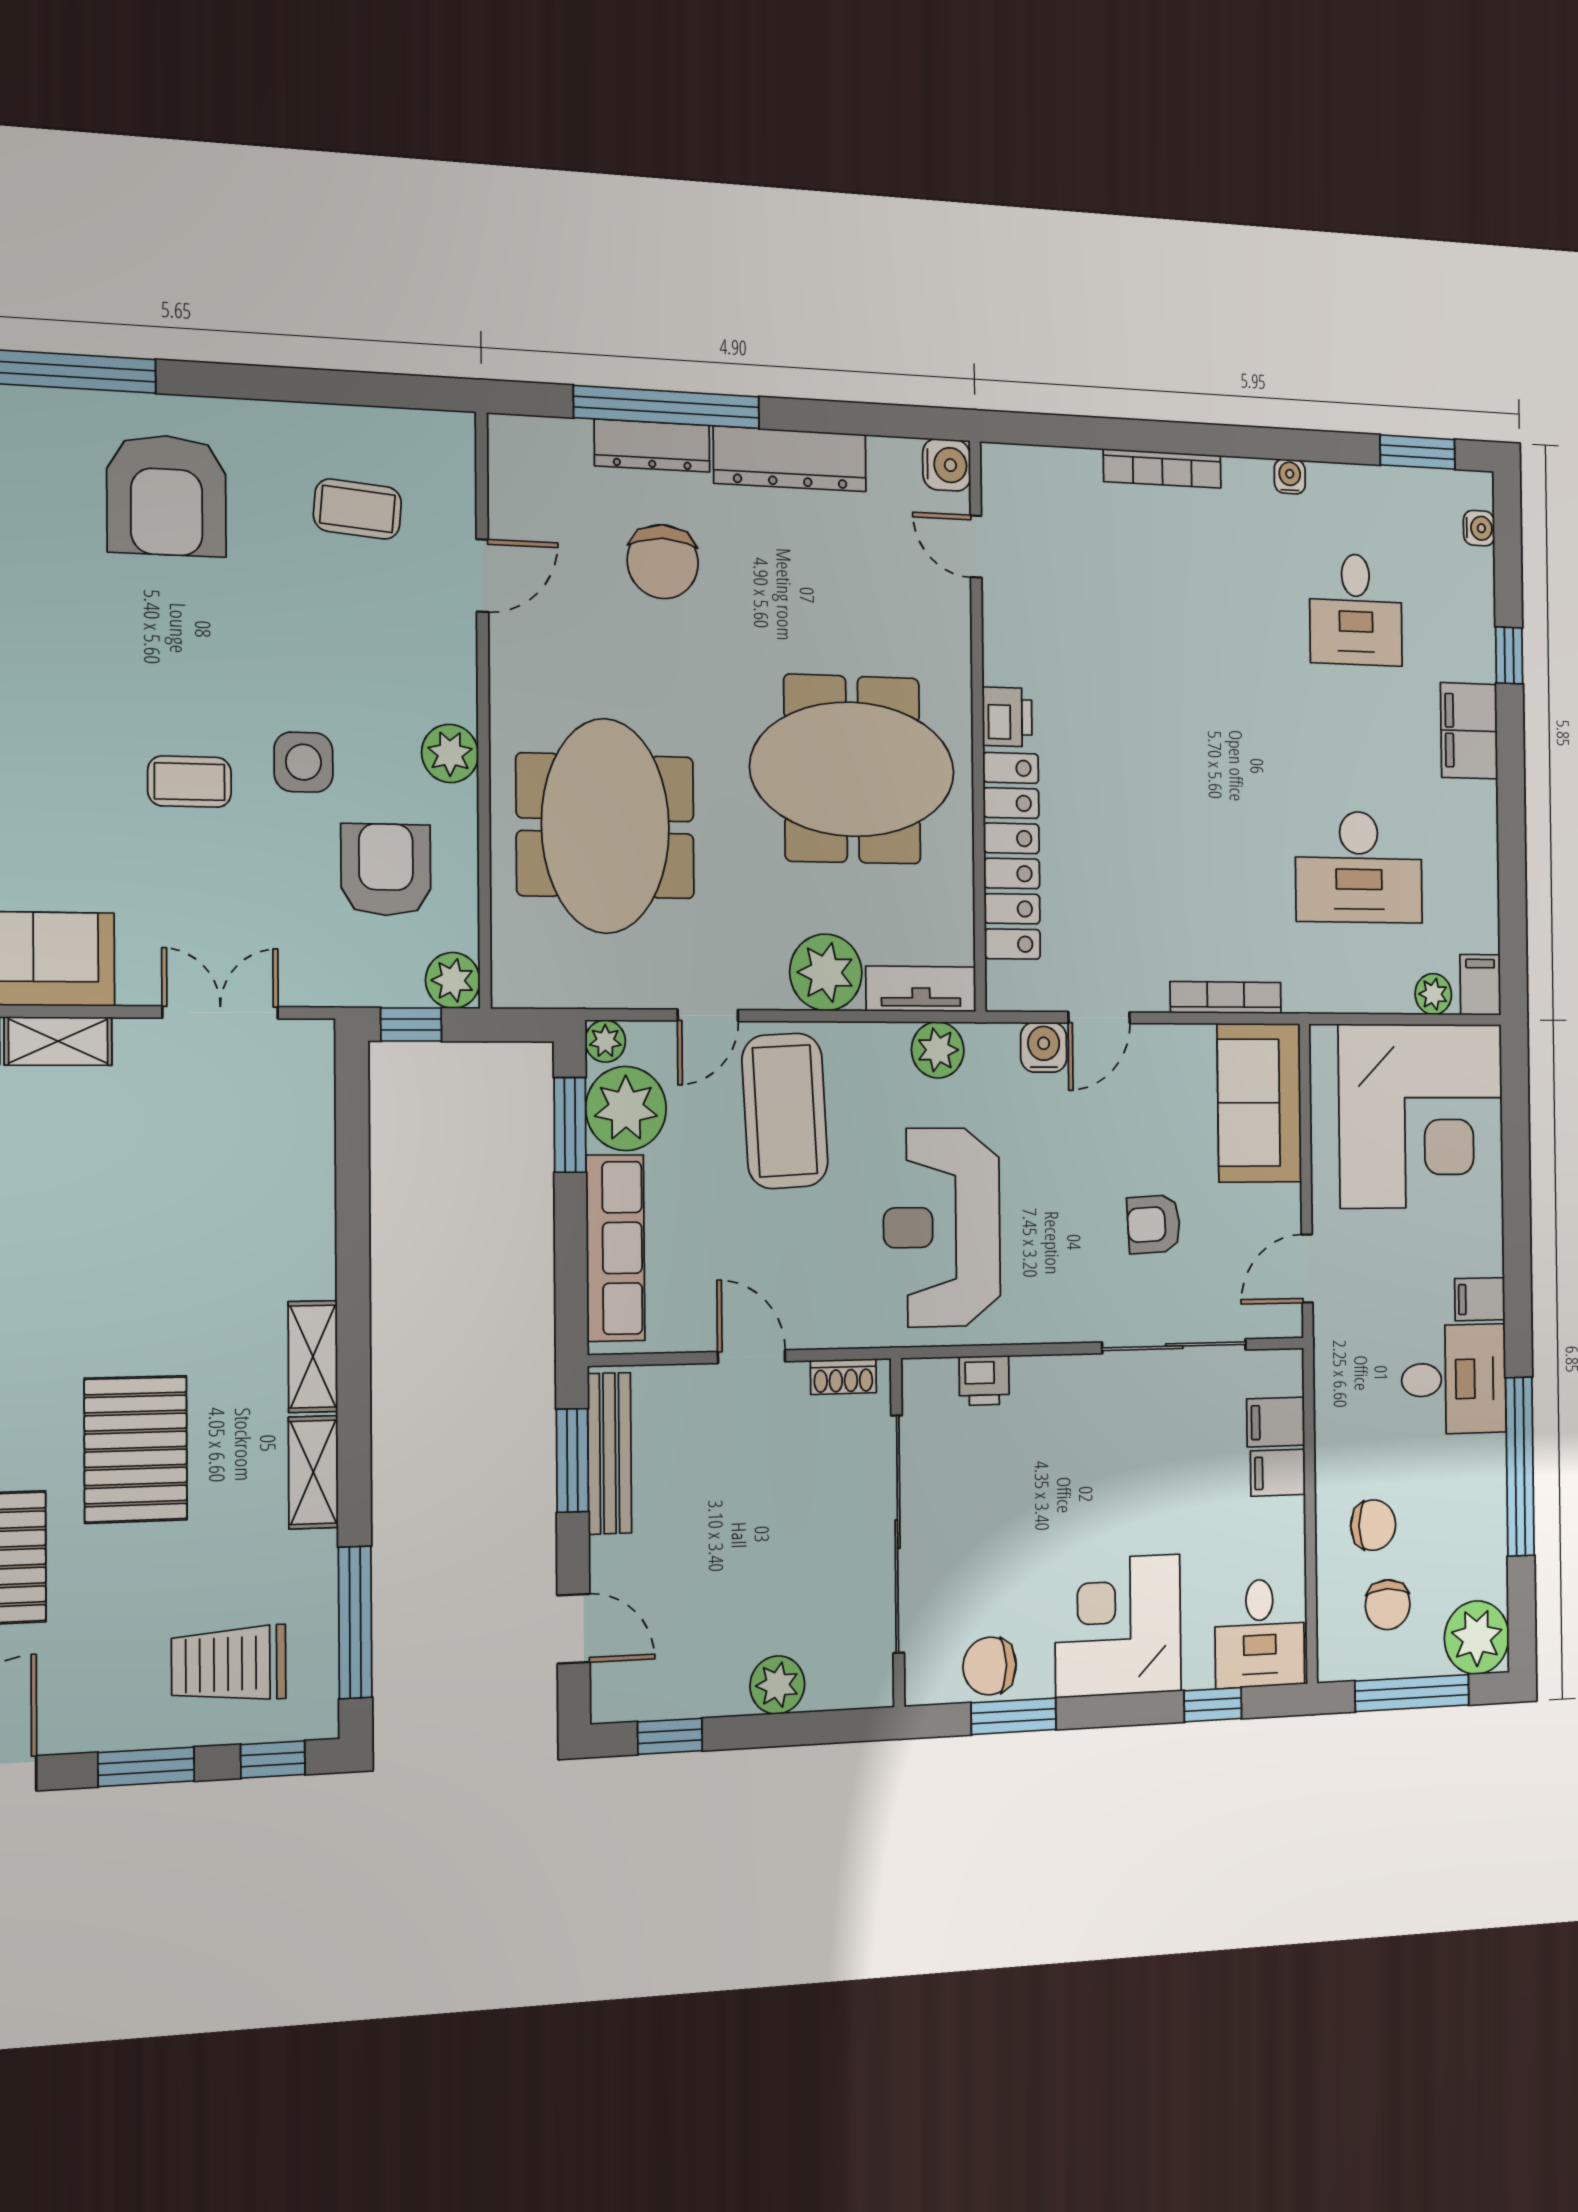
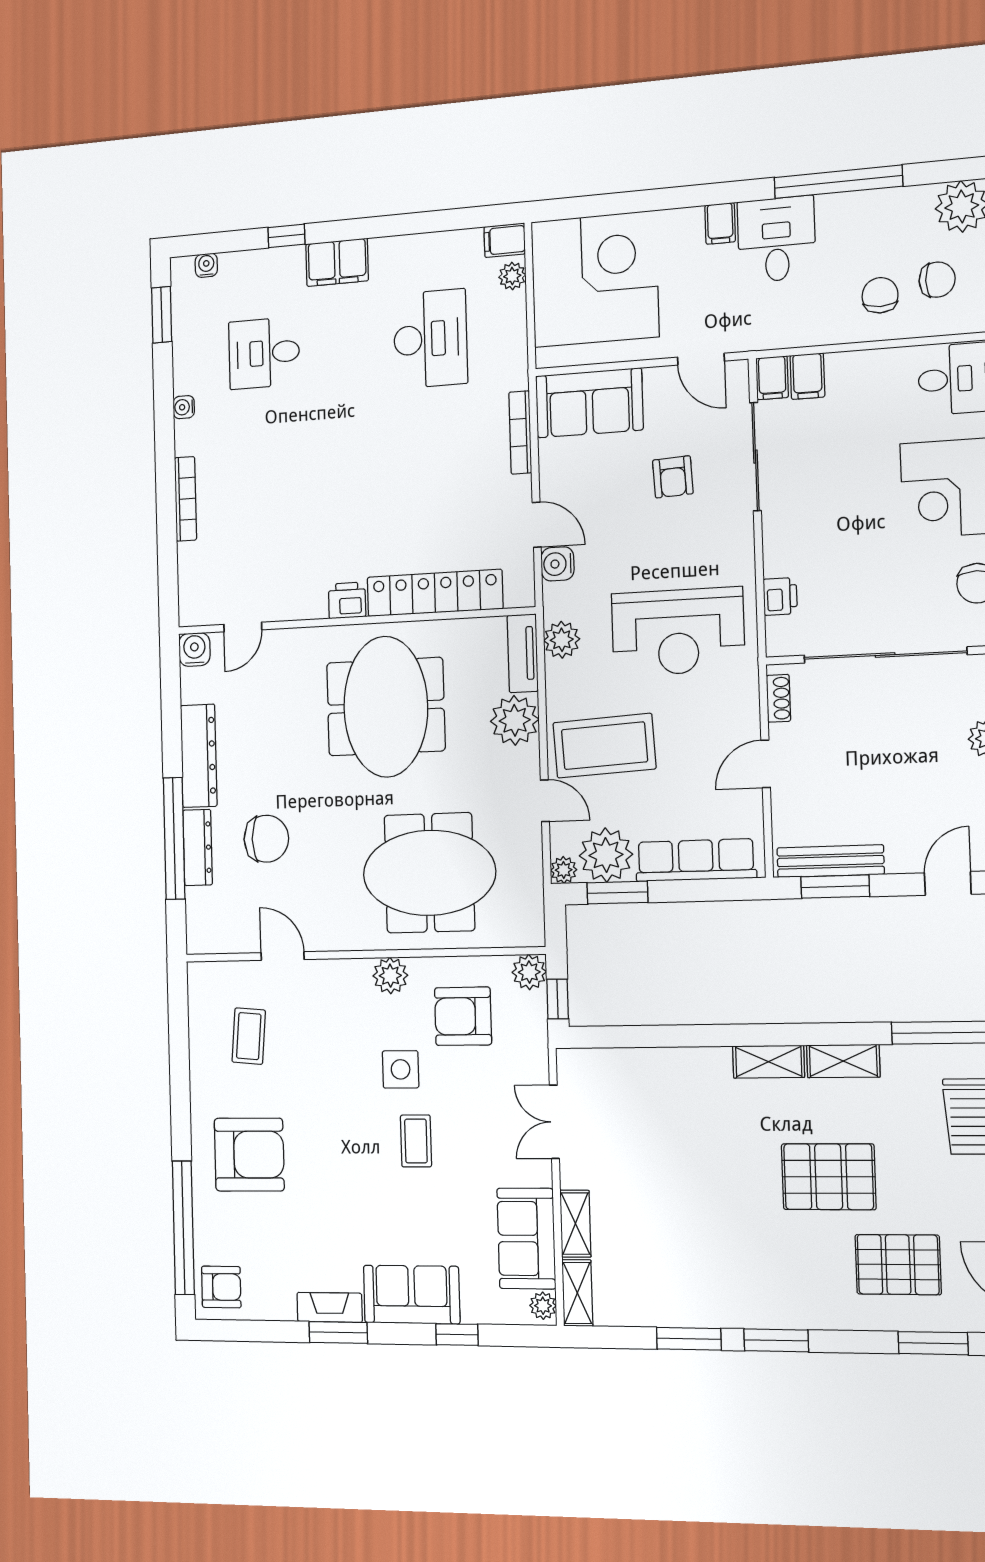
desk: (1356, 609) -> (264, 353), turned 180
filing cabinet: (1278, 1473) -> (772, 378), moved

